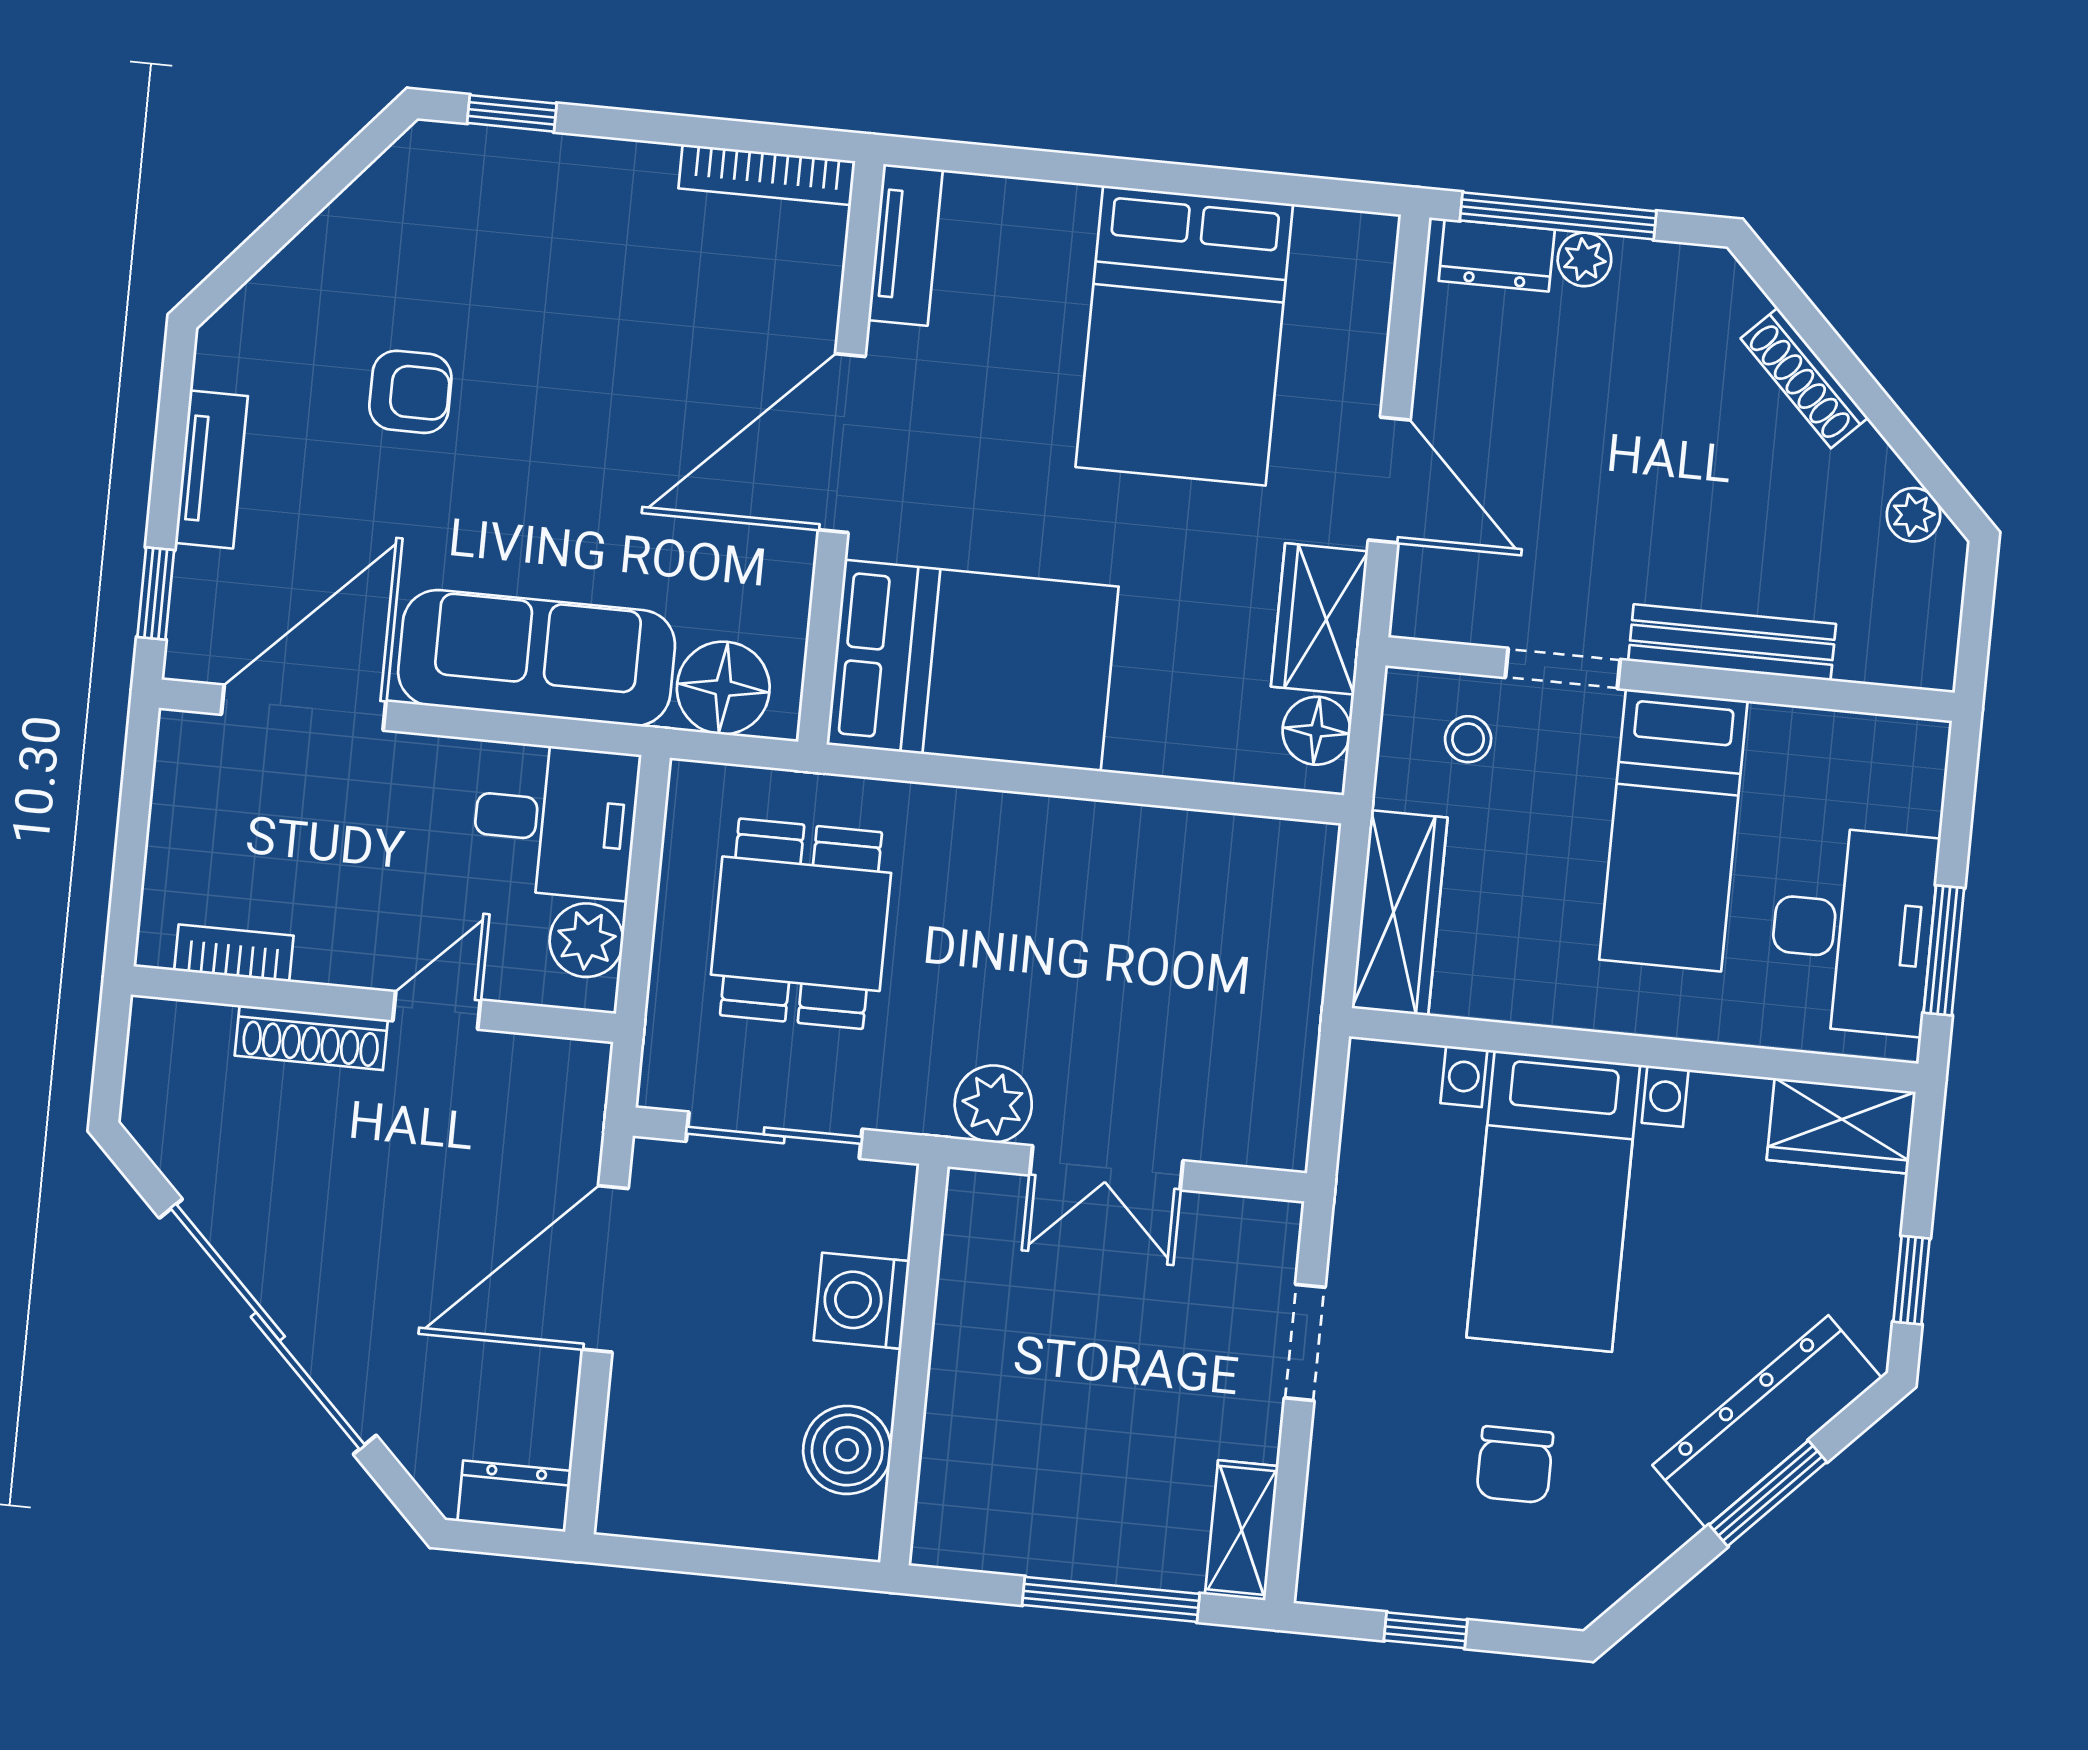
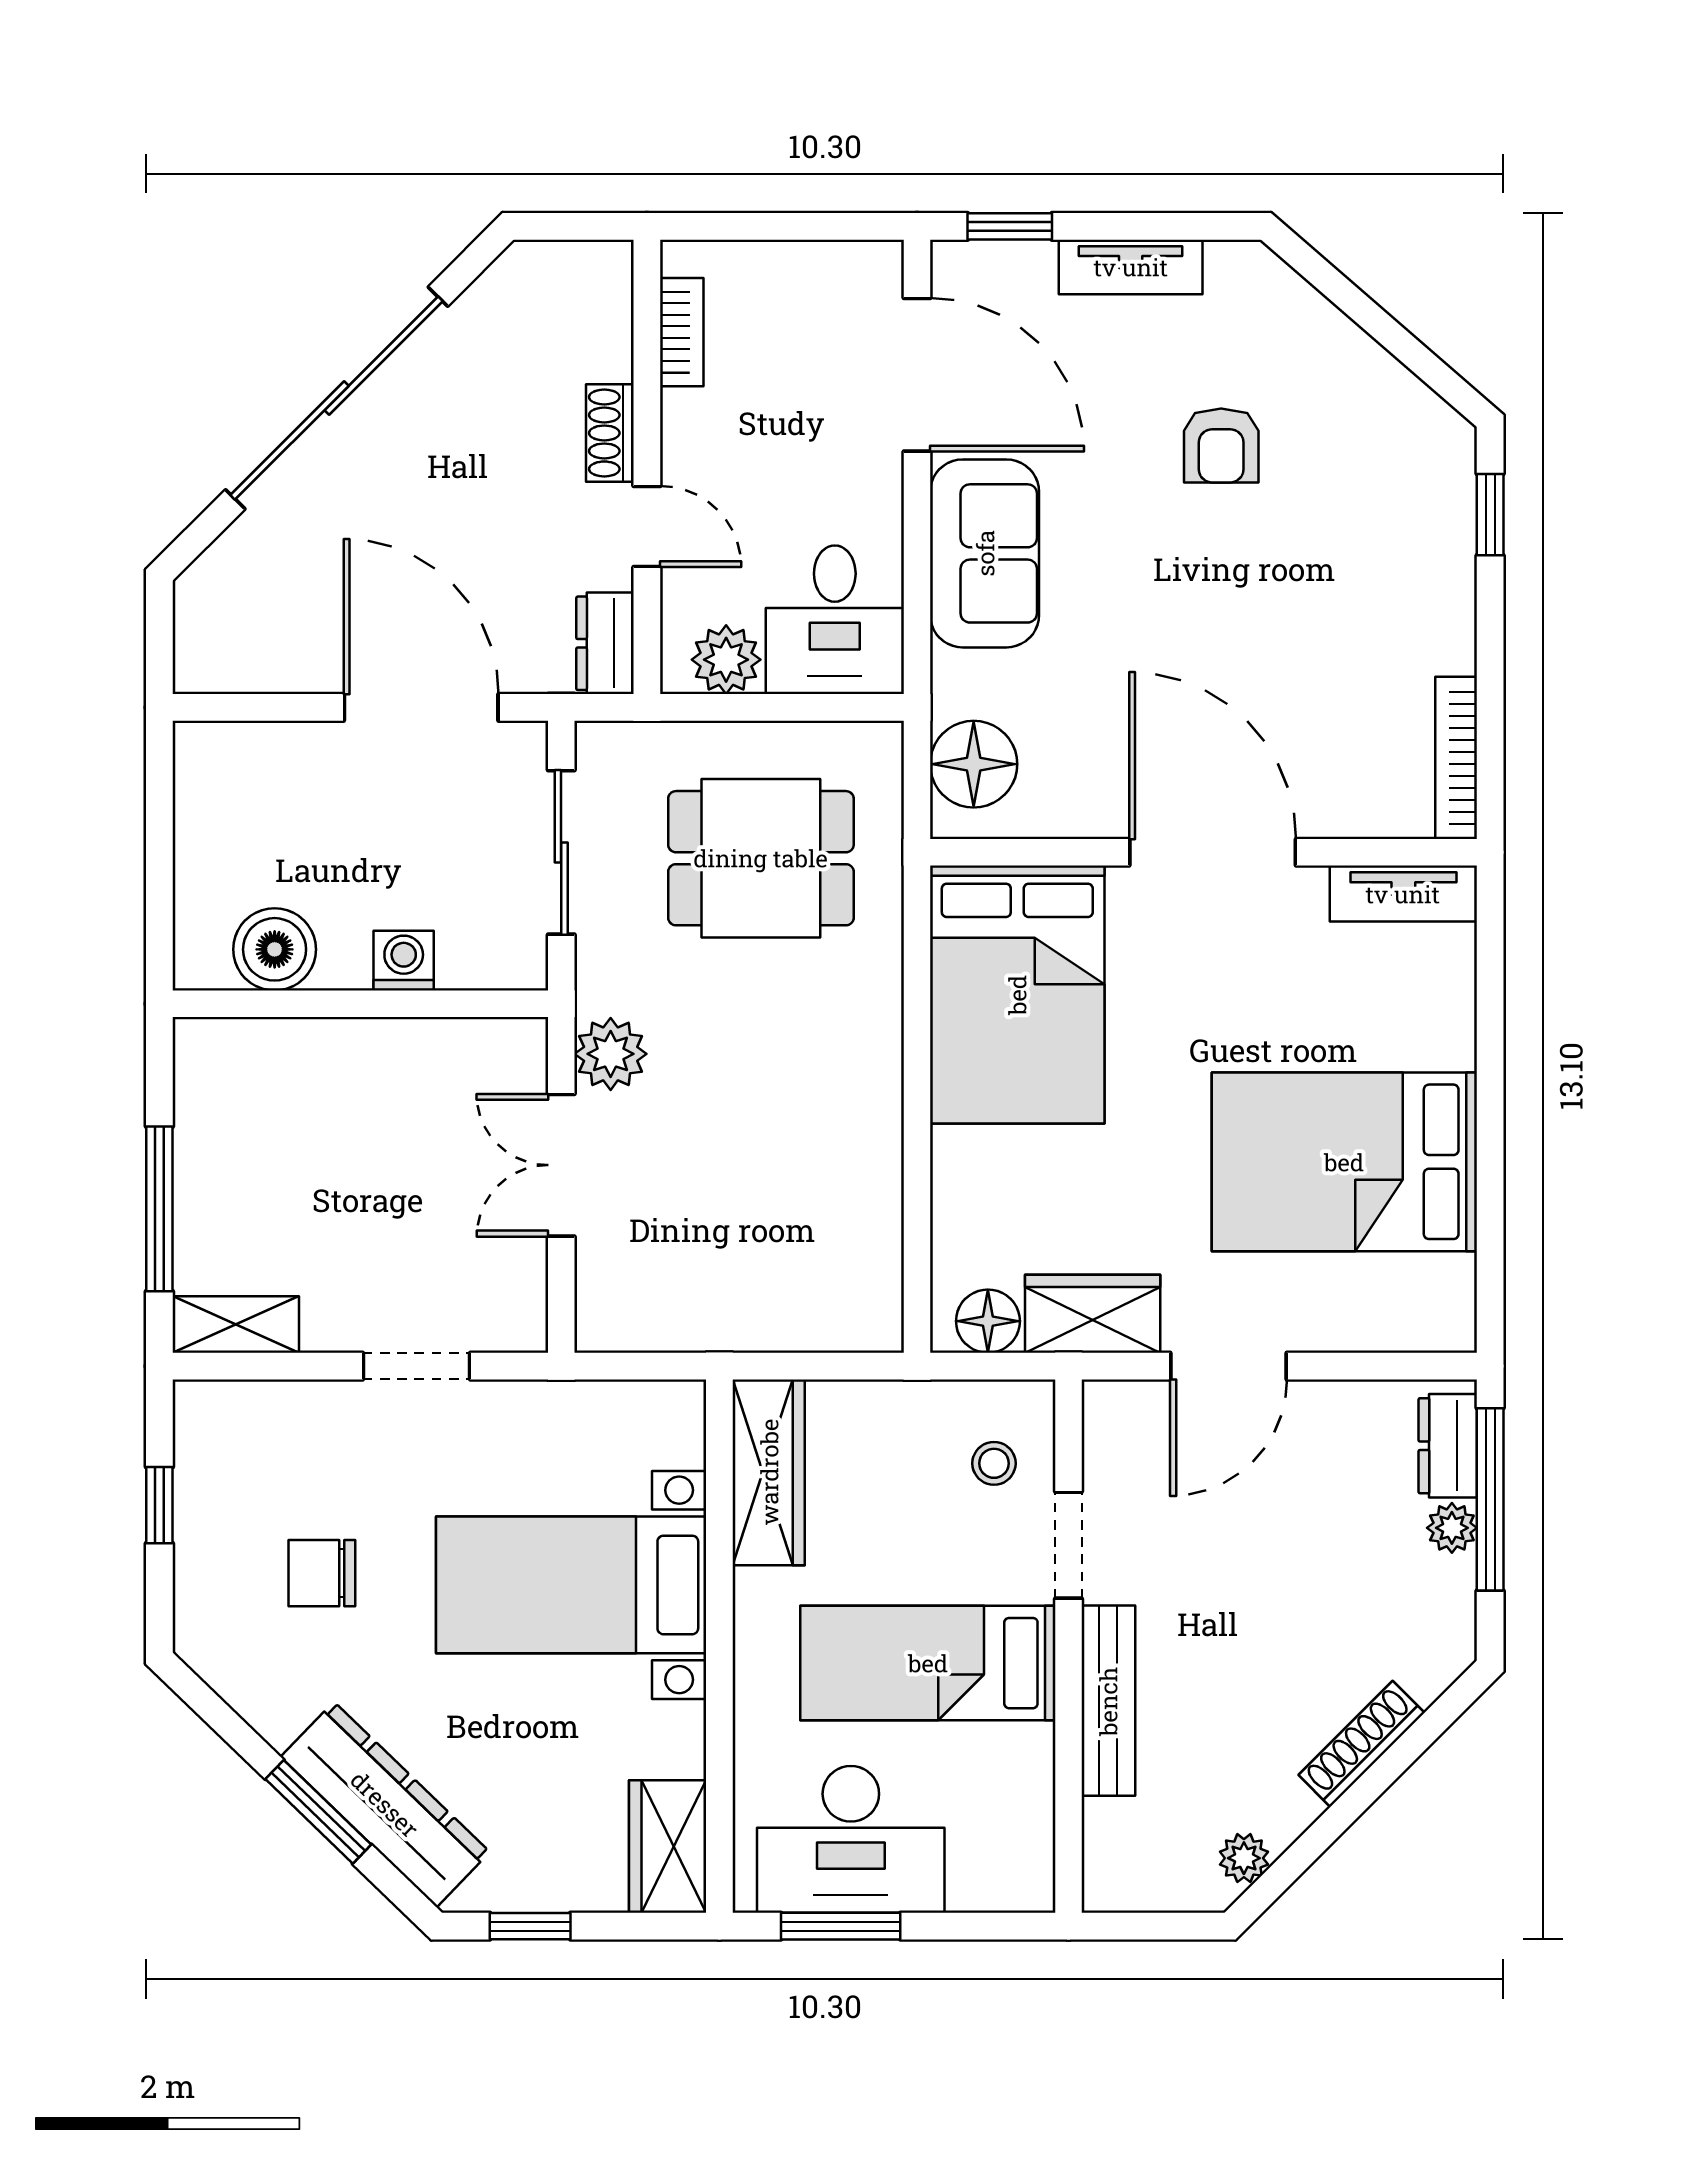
sofa: (537, 658) -> (985, 553), width x0.73
wardrobe: (1400, 913) -> (769, 1472), moved, turned -90
shoe rack: (311, 1038) -> (610, 433), width x0.70
washing machine: (862, 1301) -> (404, 961), width x0.73, depth x0.73
dresser: (514, 1496) -> (605, 643), moved, turned 180

